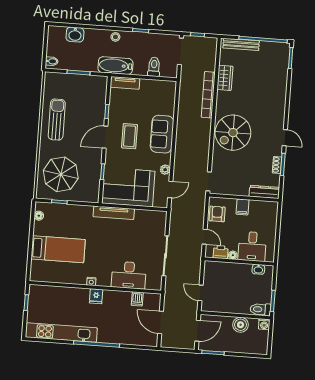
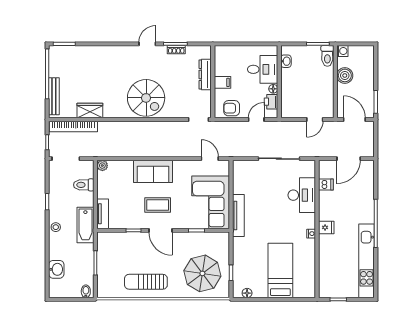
bookcase: (208, 95) -> (73, 127), moved
plant: (165, 170) -> (102, 166), moved
dresser: (264, 192) -> (205, 74), moved

